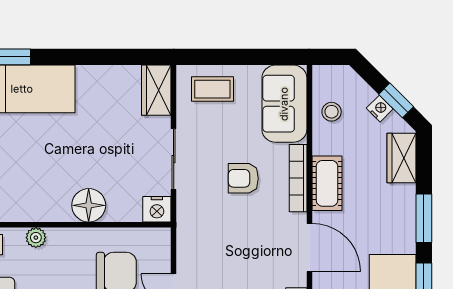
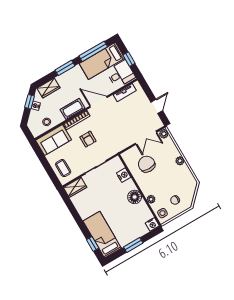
floor lamp: (89, 205) -> (135, 197), moved
nightstand: (157, 209) -> (124, 175), moved
door: (309, 247) -> (99, 102), hinge flipped

